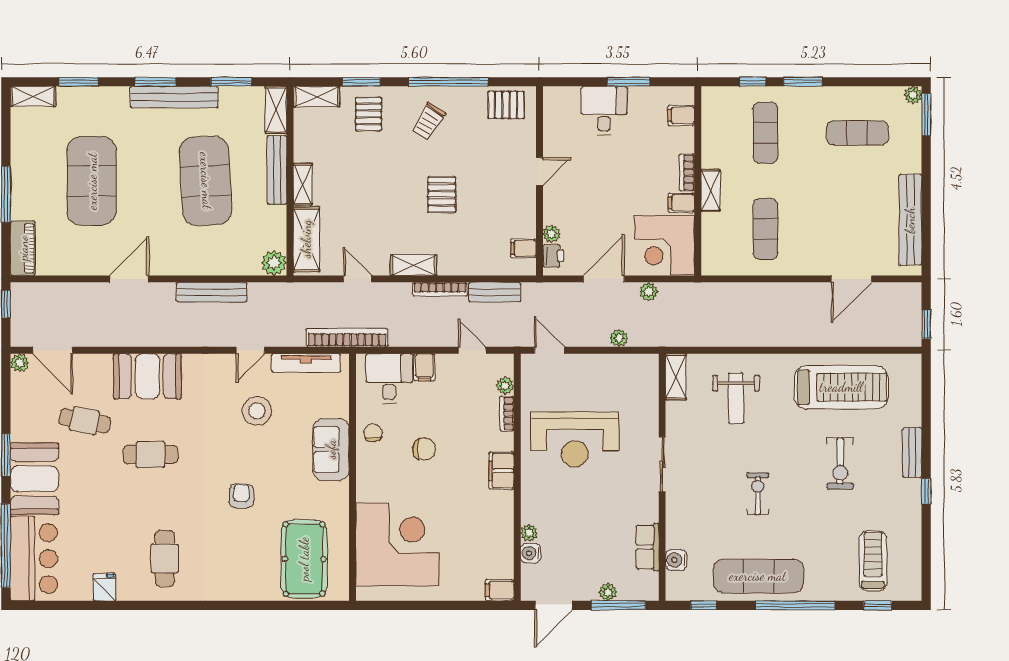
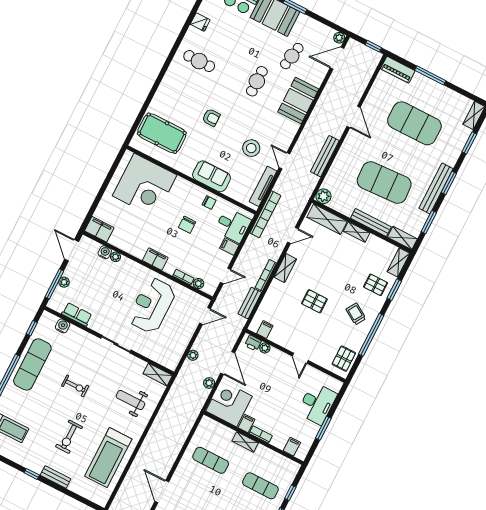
desk: (604, 111) -> (317, 404), width x1.37
exercise bike: (840, 464) -> (69, 437), turned -90
filing cabinet: (500, 590) -> (99, 229), width x2.00

